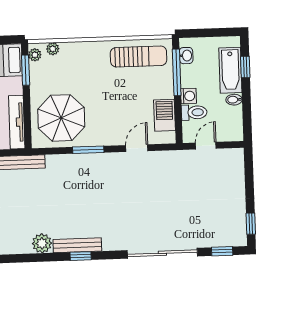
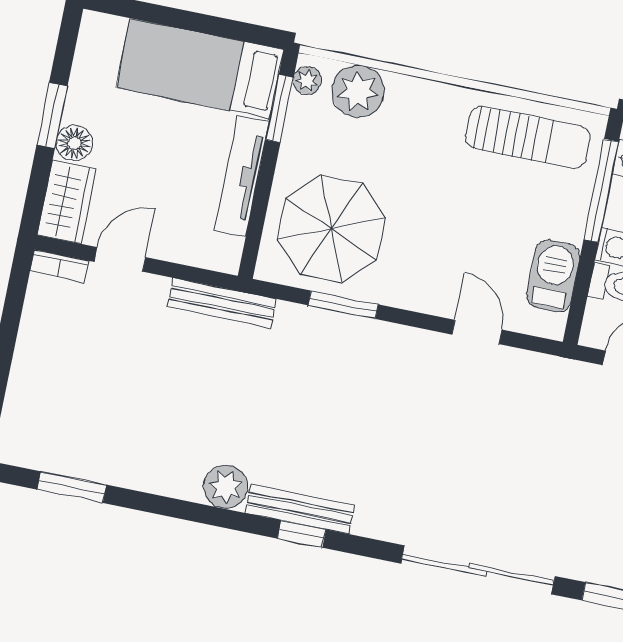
plant: (53, 49) -> (358, 91), width x1.88, depth x1.88
tv unit: (17, 122) -> (242, 176), moved
door: (137, 148) -> (477, 332), hinge flipped
window: (88, 150) -> (343, 305), moved

